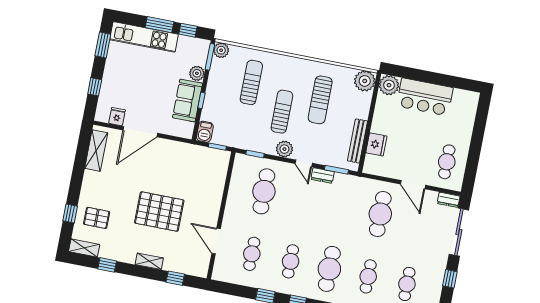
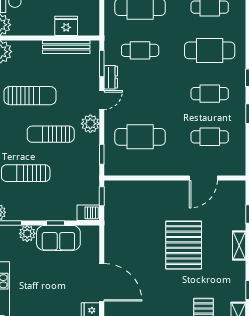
cafe table: (342, 206) -> (140, 50), added

